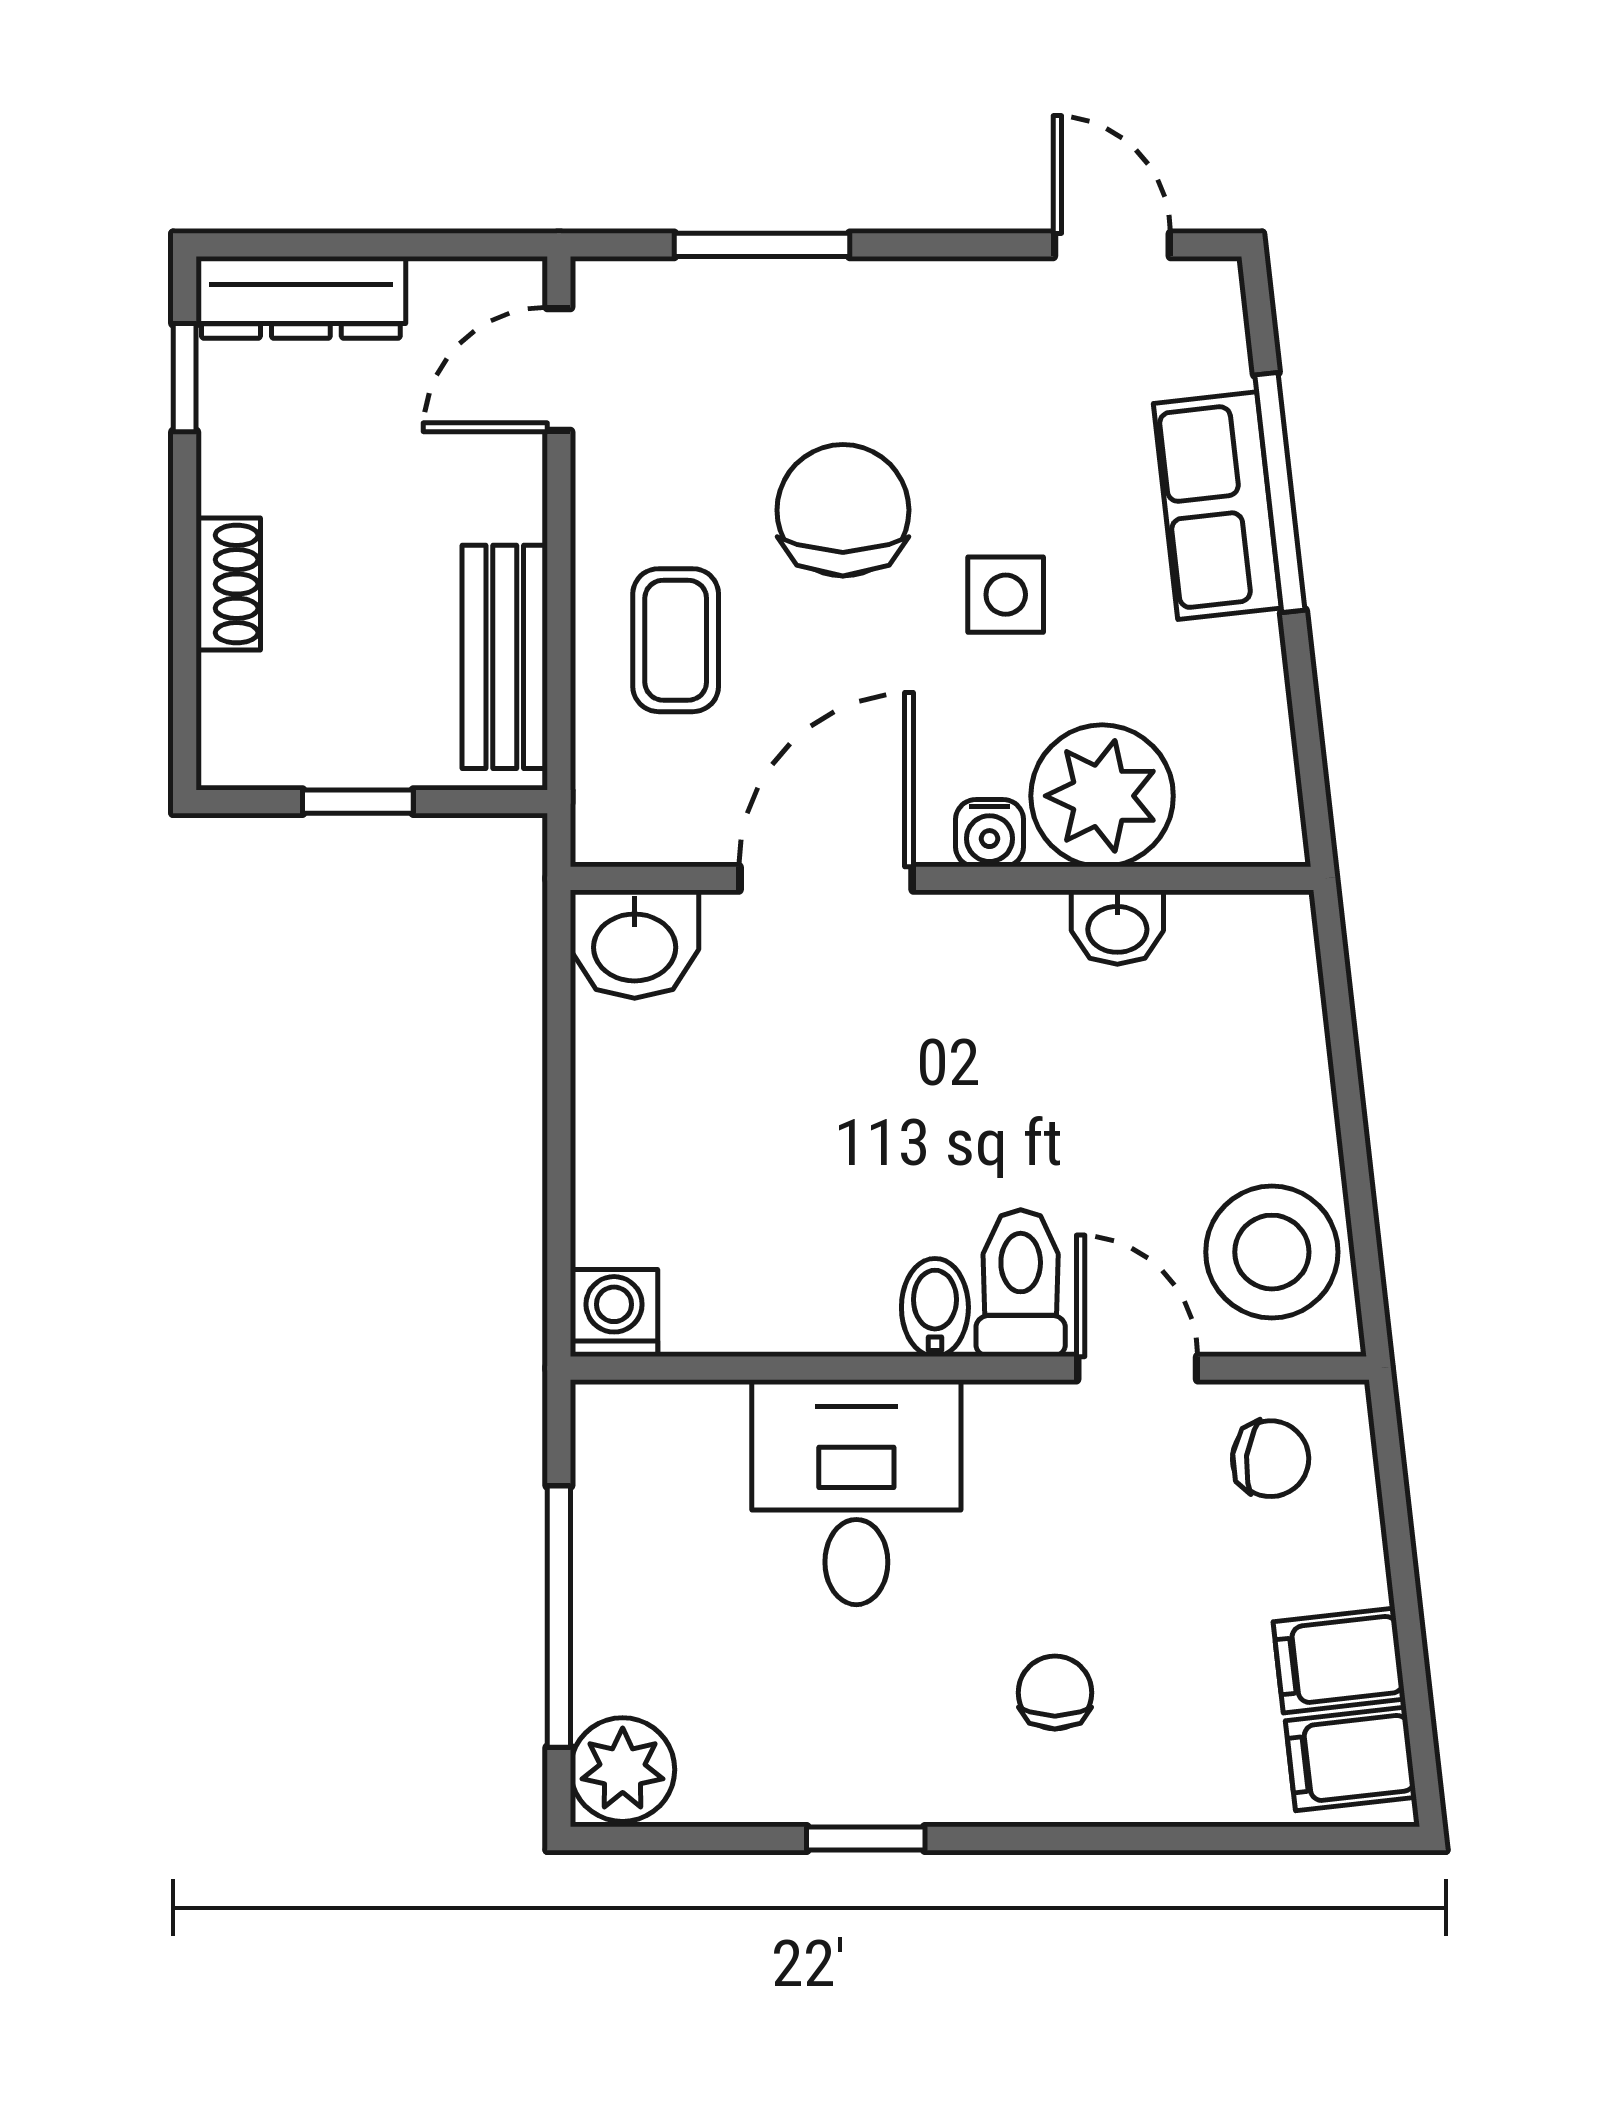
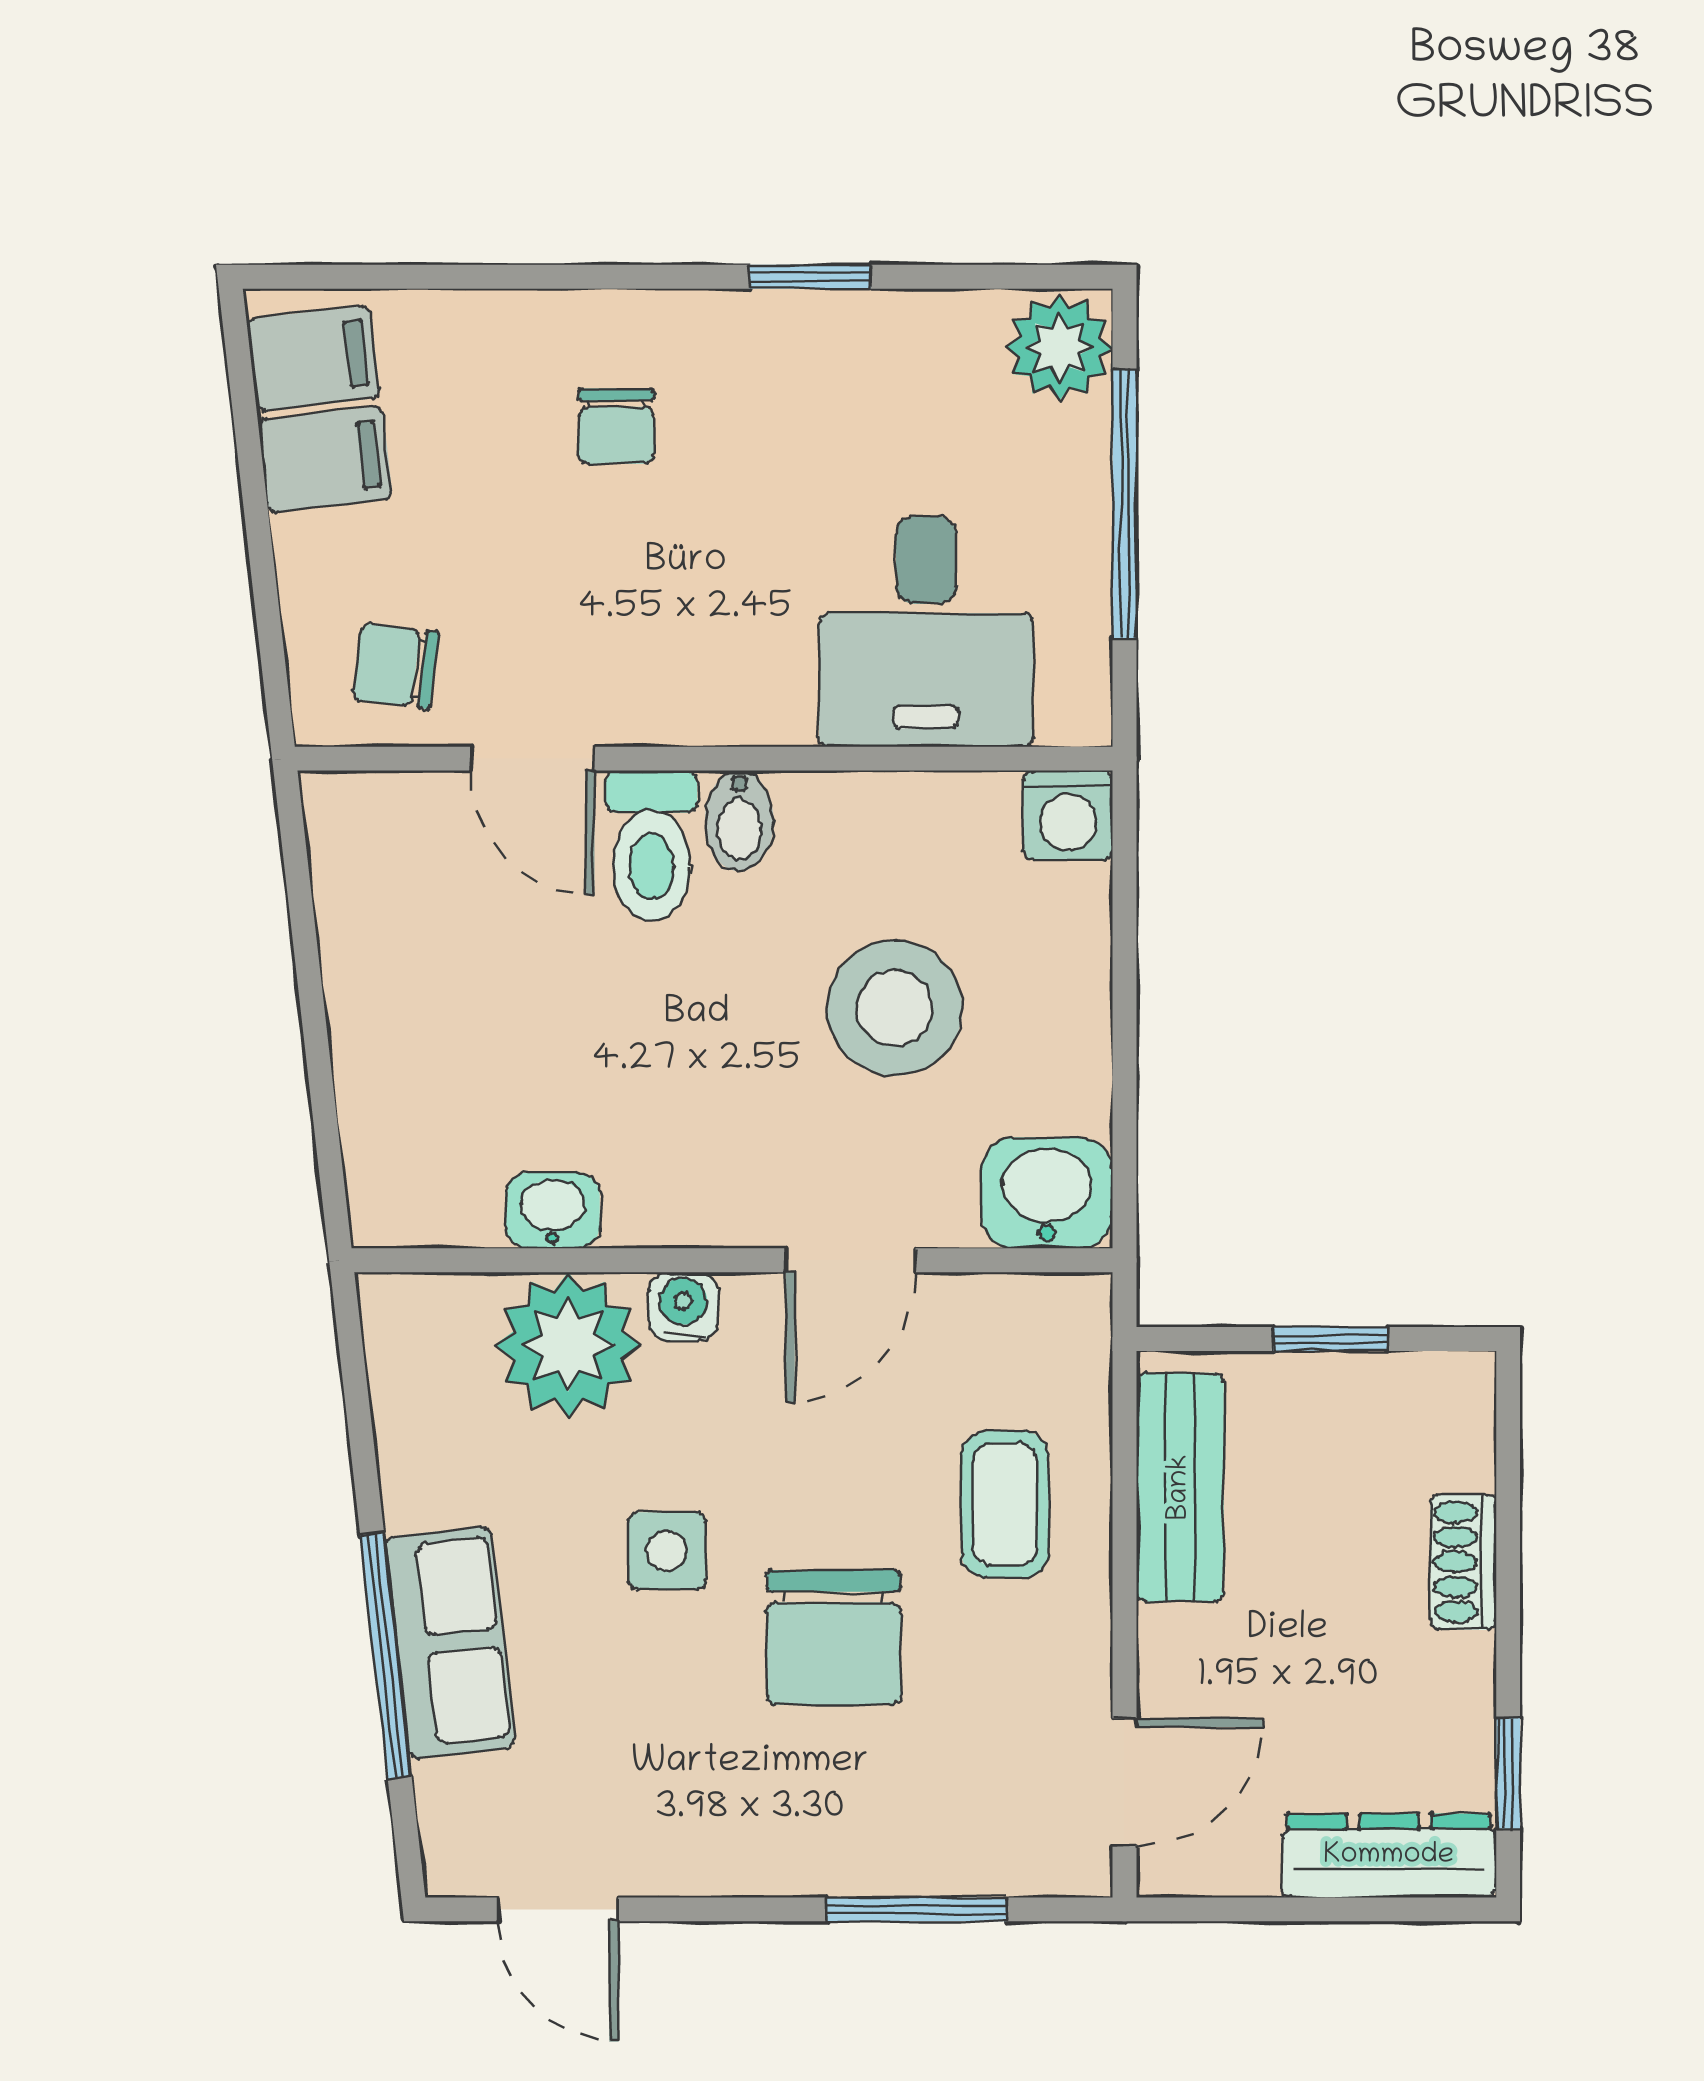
door: (826, 878) -> (851, 1260), width x0.73
stool: (1272, 1252) -> (895, 1008), moved
desk: (856, 1492) -> (926, 632), moved

